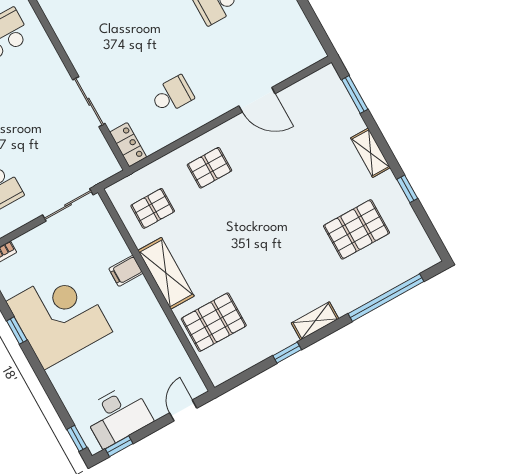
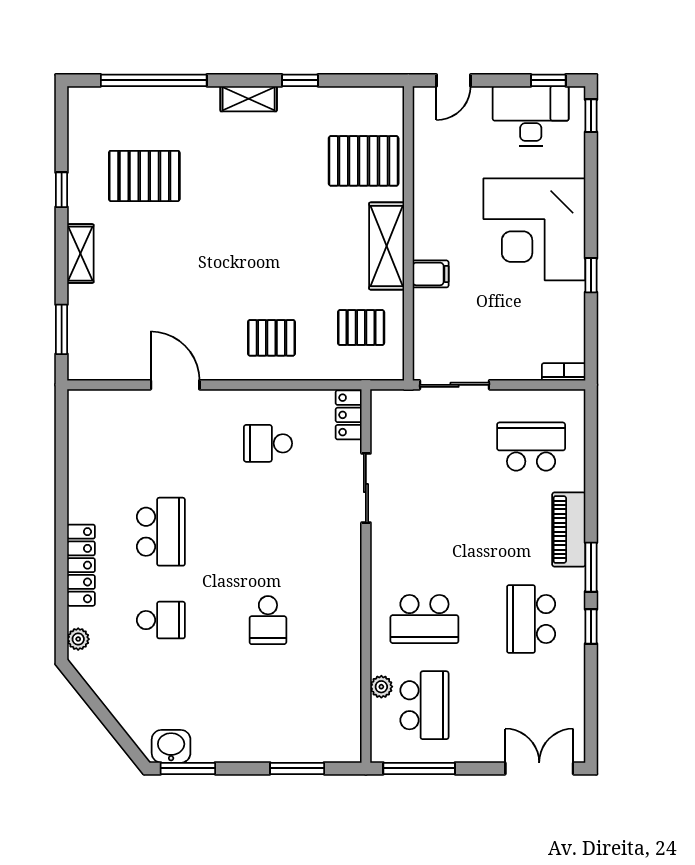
corner desk: (59, 317) -> (534, 229), moved

